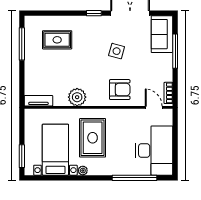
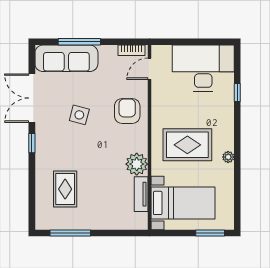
sofa: (162, 34) -> (66, 58), width x1.36
tv unit: (38, 101) -> (141, 194), moved
bed with nightstands: (55, 150) -> (183, 203), moved, turned 180
window: (135, 178) -> (237, 93), width x0.32

